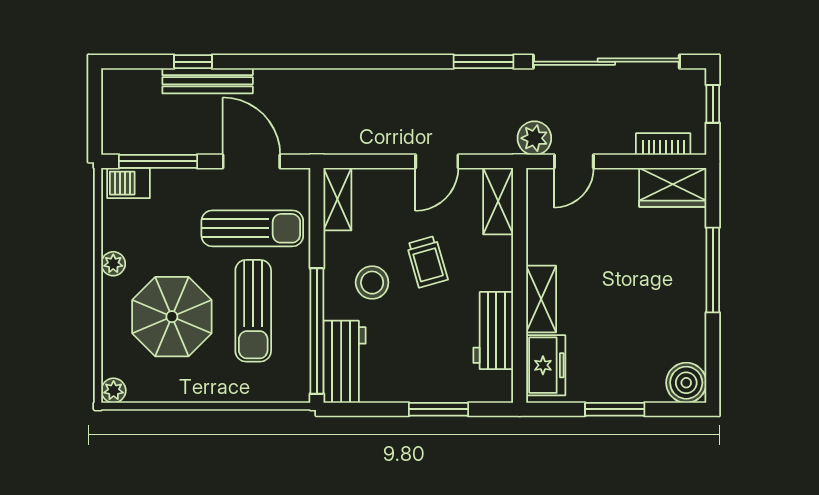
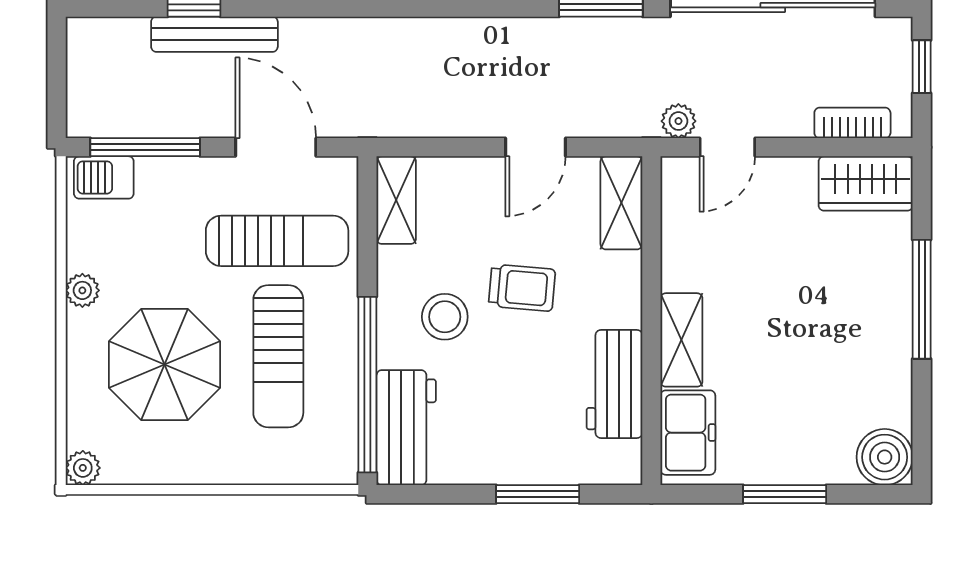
plant: (534, 138) -> (678, 121), width x0.73, depth x0.73
trolley: (427, 262) -> (522, 288), turned -69

